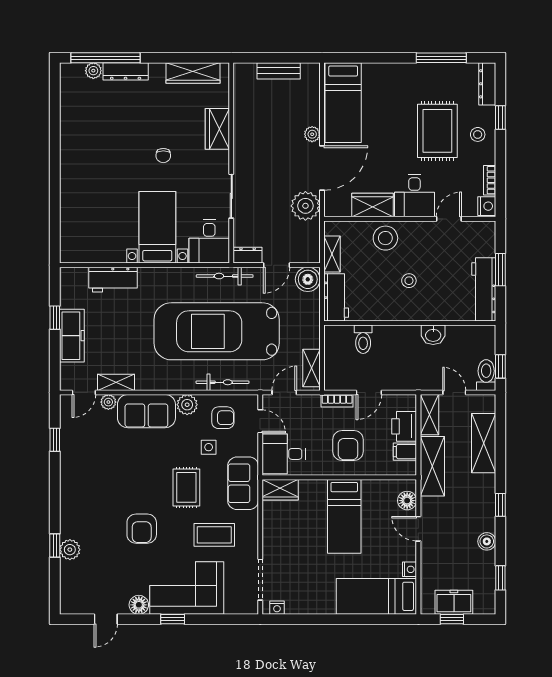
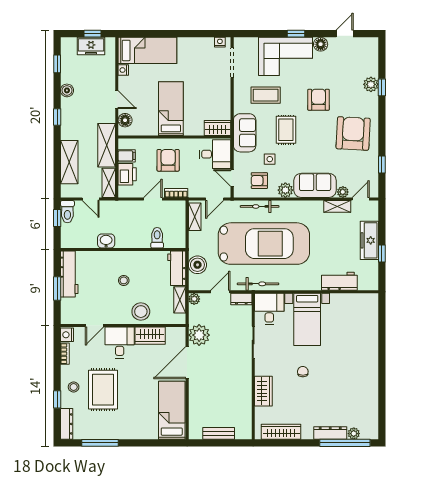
plant: (312, 134) -> (194, 299), moved
boiler: (308, 279) -> (197, 265), moved
armchair: (94, 482) -> (353, 133), added

